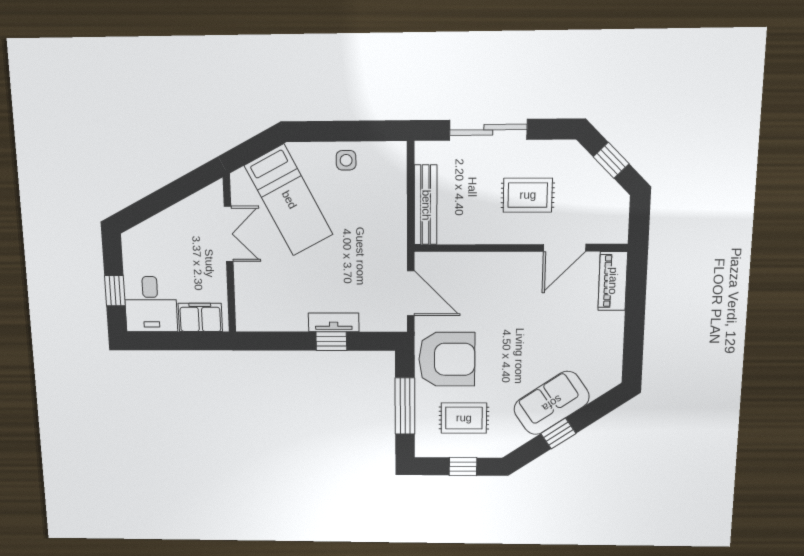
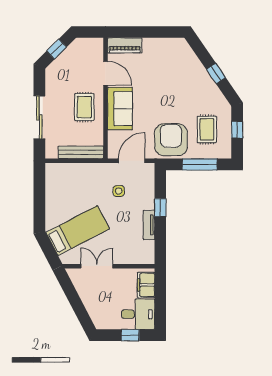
side table: (346, 160) -> (119, 191), moved
rug: (528, 195) -> (84, 107), moved
tv unit: (334, 322) -> (149, 225), moved
sofa: (552, 403) -> (120, 109), moved, turned -146

